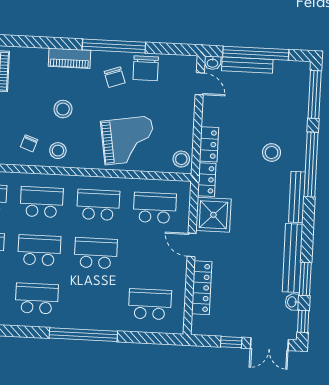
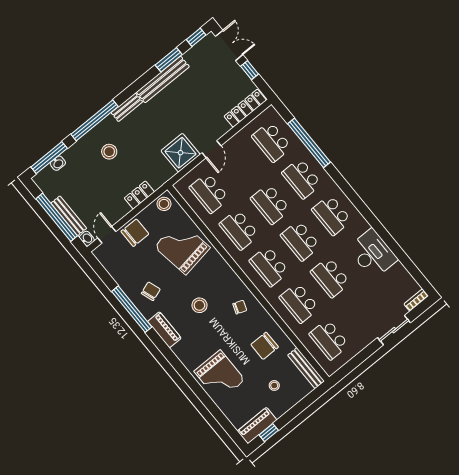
chair: (146, 68) -> (135, 233), moved
stool: (58, 151) -> (228, 285), removed
locker: (207, 180) -> (162, 177), removed
bench: (297, 197) -> (127, 107), width x0.73
locker: (202, 288) -> (245, 108), moved
school desk: (93, 301) -> (302, 178), added
washbasin: (292, 302) -> (58, 163), moved
window: (83, 335) -> (309, 143), moved

